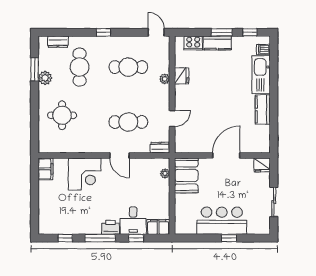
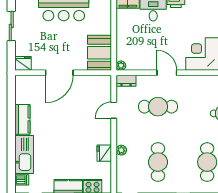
cafe table: (128, 67) -> (158, 162), turned 90
plant: (165, 174) -> (121, 66), moved

